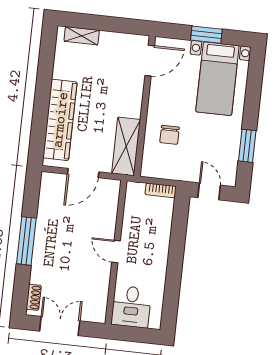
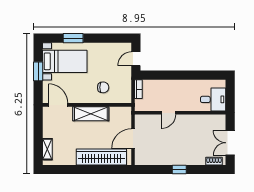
shelving: (126, 146) -> (91, 114), moved
window: (247, 146) -> (73, 38), moved
door: (83, 173) -> (133, 139), swing flipped
window: (26, 241) -> (179, 169), width x0.46
door: (116, 252) -> (168, 113), moved

